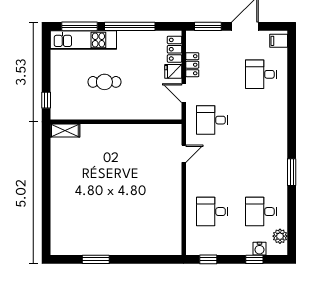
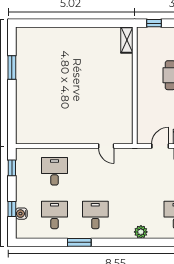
desk: (212, 120) -> (95, 215), moved
window: (292, 172) -> (79, 242), moved
plant: (280, 236) -> (141, 232), moved

